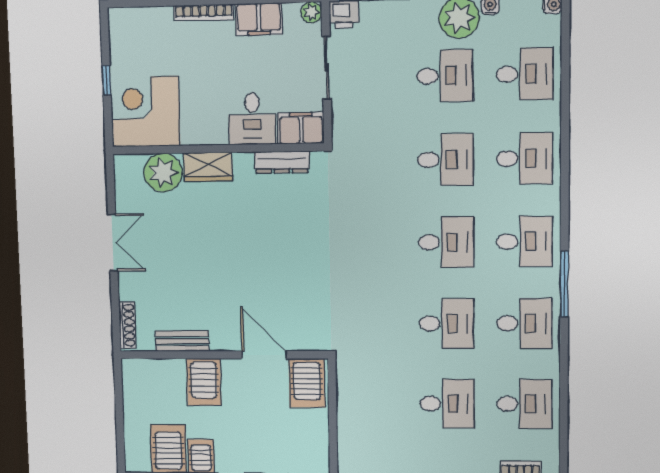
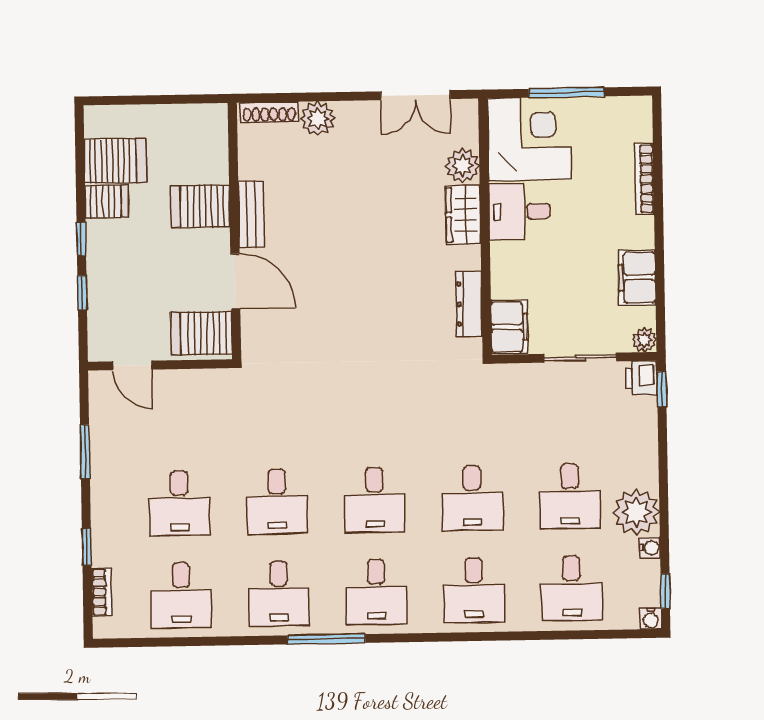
bookcase: (204, 13) -> (644, 179), moved
window: (107, 80) -> (566, 93), width x2.17
desk: (252, 119) -> (520, 211), moved
plant: (163, 173) -> (462, 166), width x0.73, depth x0.73
double door: (113, 243) -> (415, 95), moved
plant: (132, 286) -> (318, 119), added
bench: (182, 341) -> (251, 215), moved
door: (264, 355) -> (235, 281), hinge flipped
door: (333, 439) -> (132, 365), added

